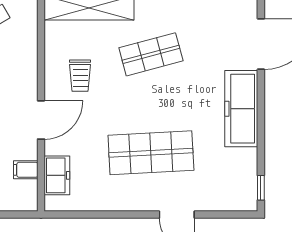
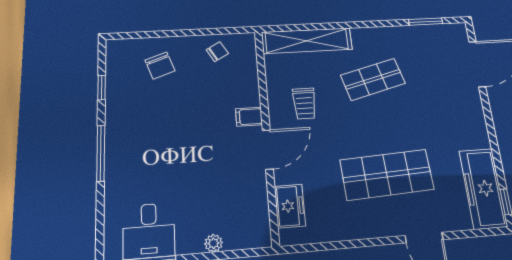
freezer: (241, 109) -> (483, 188), moved
filing cabinet: (26, 170) -> (249, 117), moved

